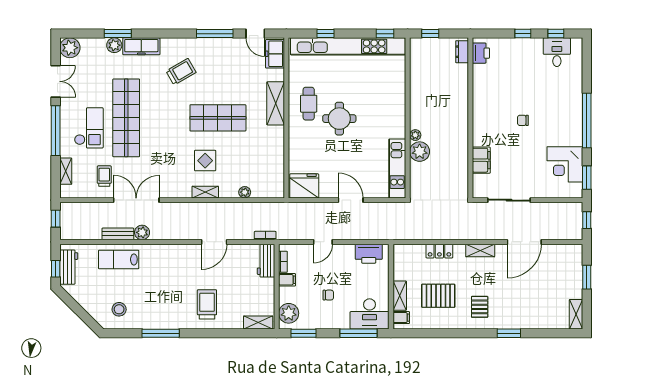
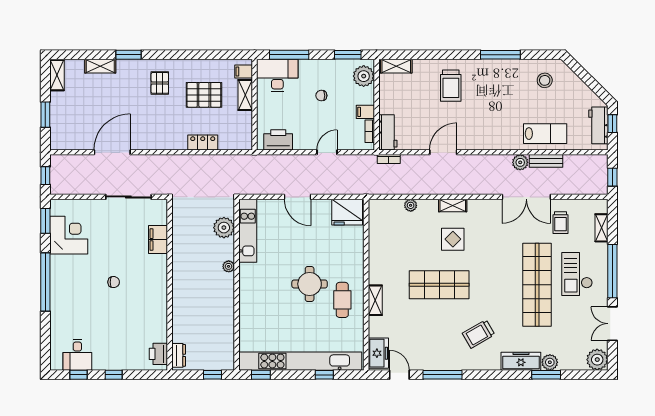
shelving: (276, 103) -> (375, 300), width x0.67, depth x0.75
plant: (420, 152) -> (224, 228), moved
shelving: (480, 251) -> (100, 66), moved

